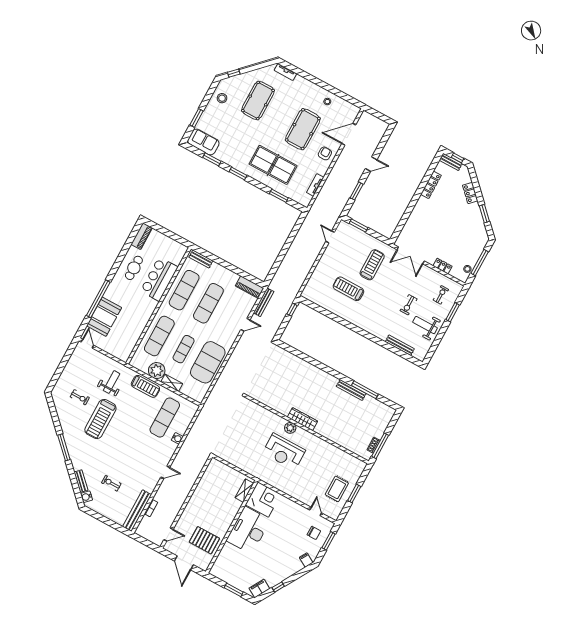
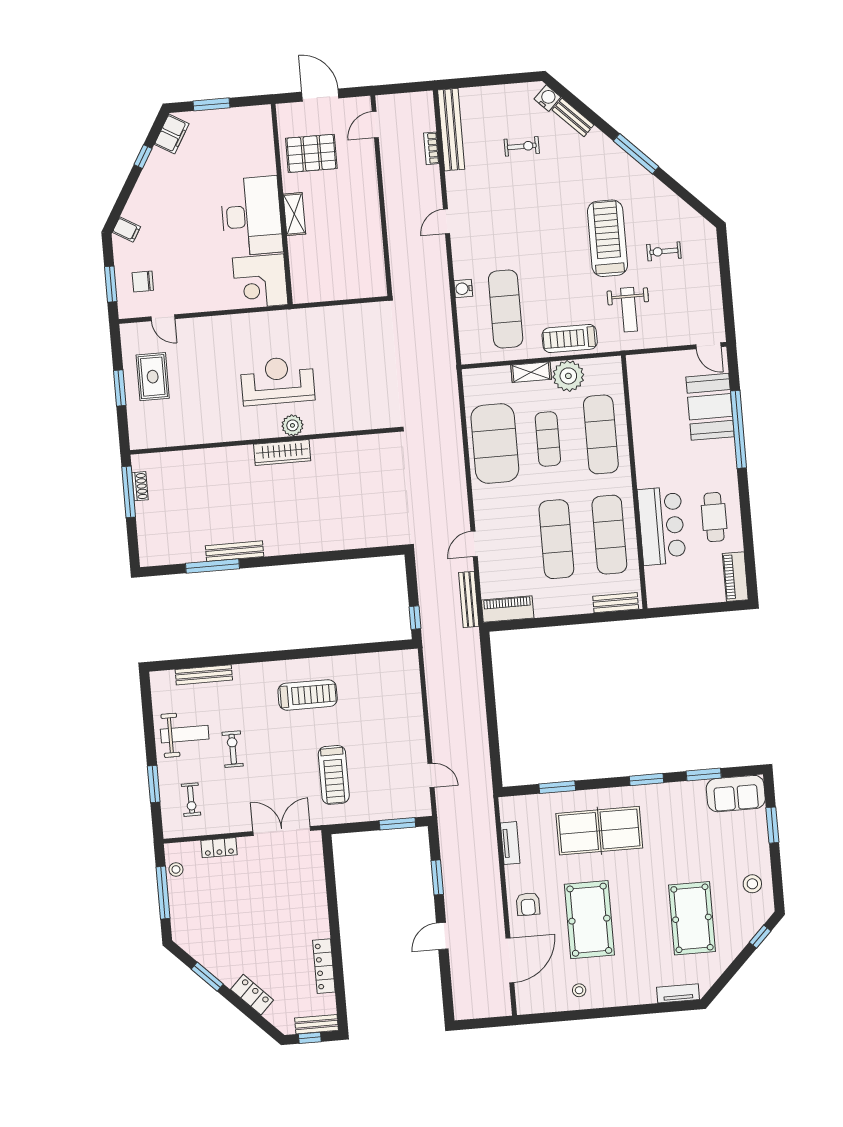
treadmill: (348, 289) -> (308, 695), moved
shelving: (244, 491) -> (294, 214), moved

